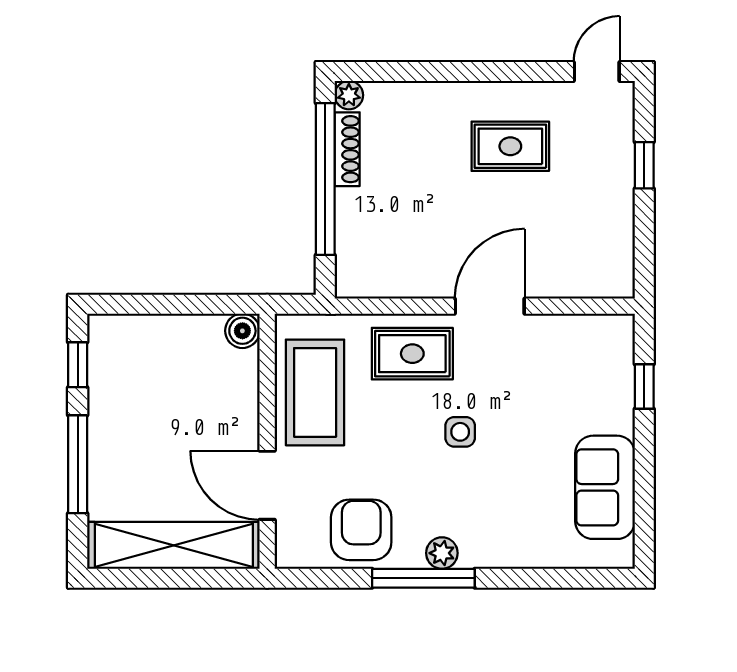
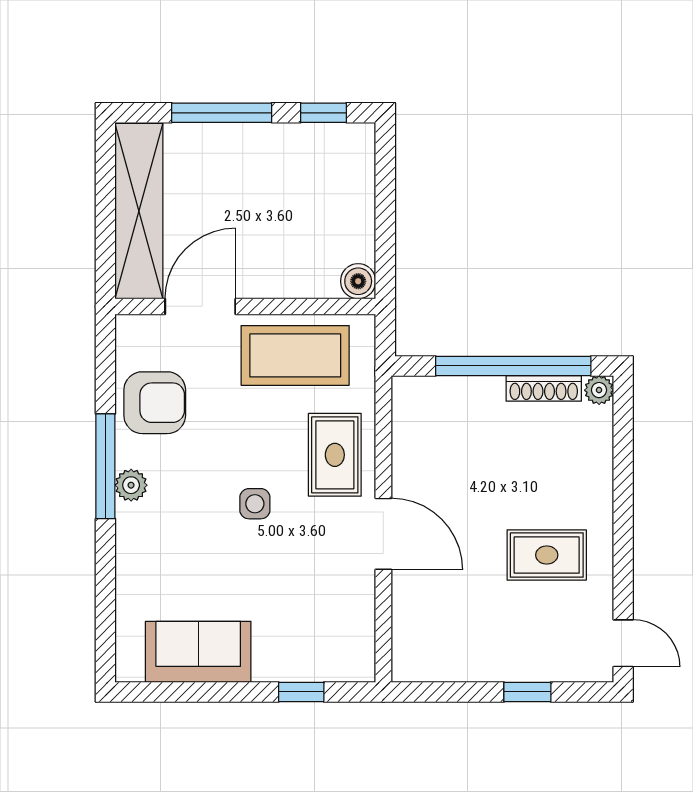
rug: (510, 146) -> (547, 555), turned 90

